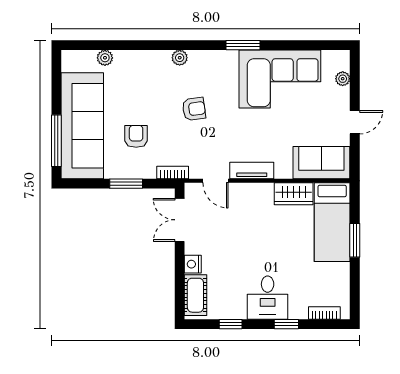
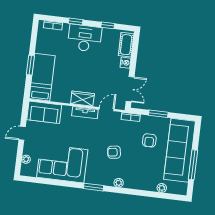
window: (243, 45) -> (93, 187), moved
window: (56, 141) -> (193, 165), moved
door: (215, 181) -> (107, 109), hinge flipped
wardrobe: (294, 194) -> (82, 99), moved
desk: (268, 298) -> (85, 38), width x1.37

